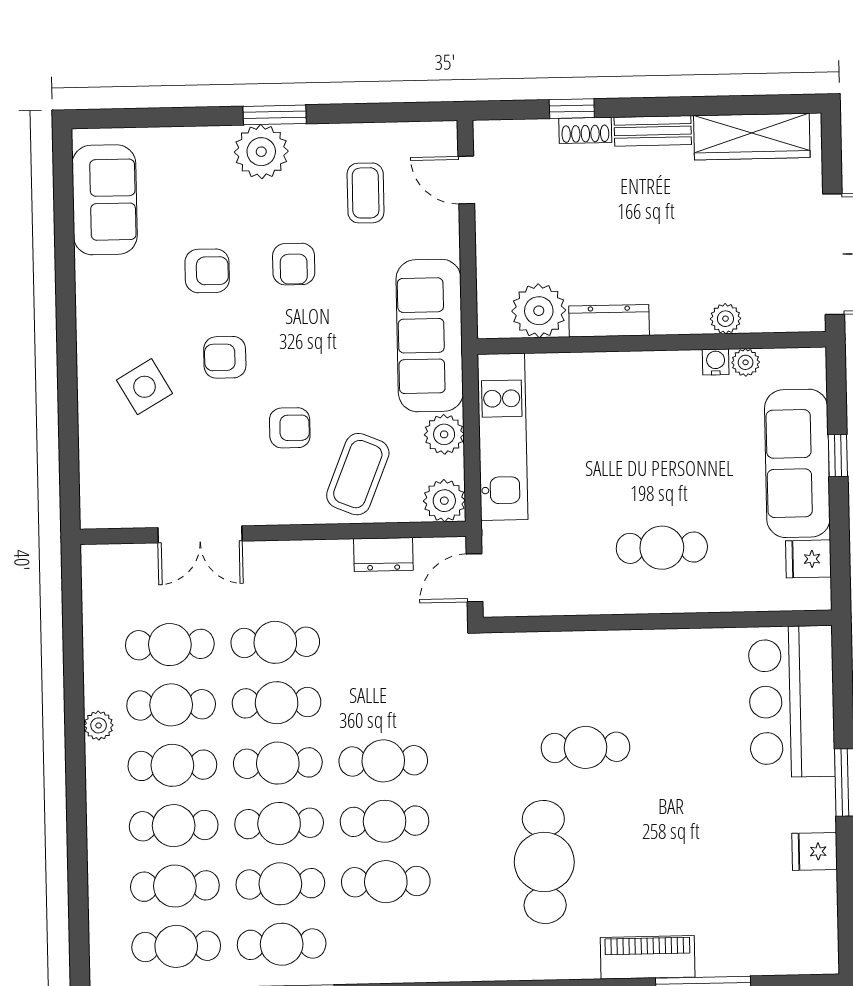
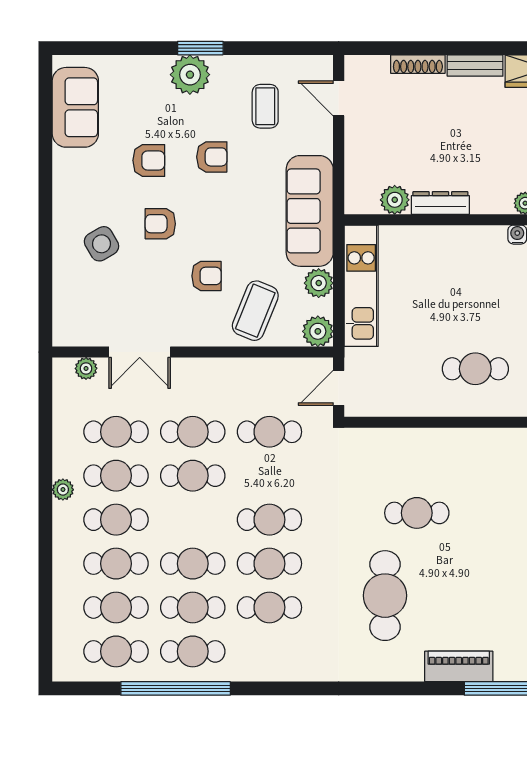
window: (572, 109) -> (417, 48), removed
shoe rack: (585, 130) -> (418, 64), width x1.43
armchair: (294, 264) -> (212, 157), turned -90
plant: (539, 311) -> (395, 200), width x0.73, depth x0.73
dresser: (383, 555) -> (273, 370), removed
plant: (127, 558) -> (86, 368), added
cafe table: (278, 763) -> (269, 432), moved

